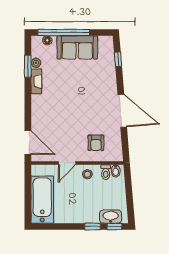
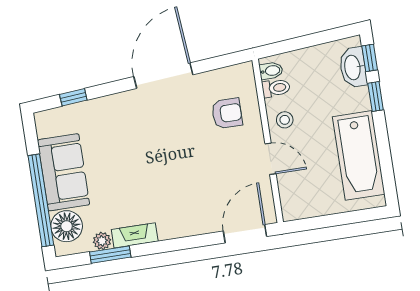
floor lamp: (47, 40) -> (67, 226), width x1.89, depth x1.89
bathtub: (42, 200) -> (359, 155), moved, turned -90

